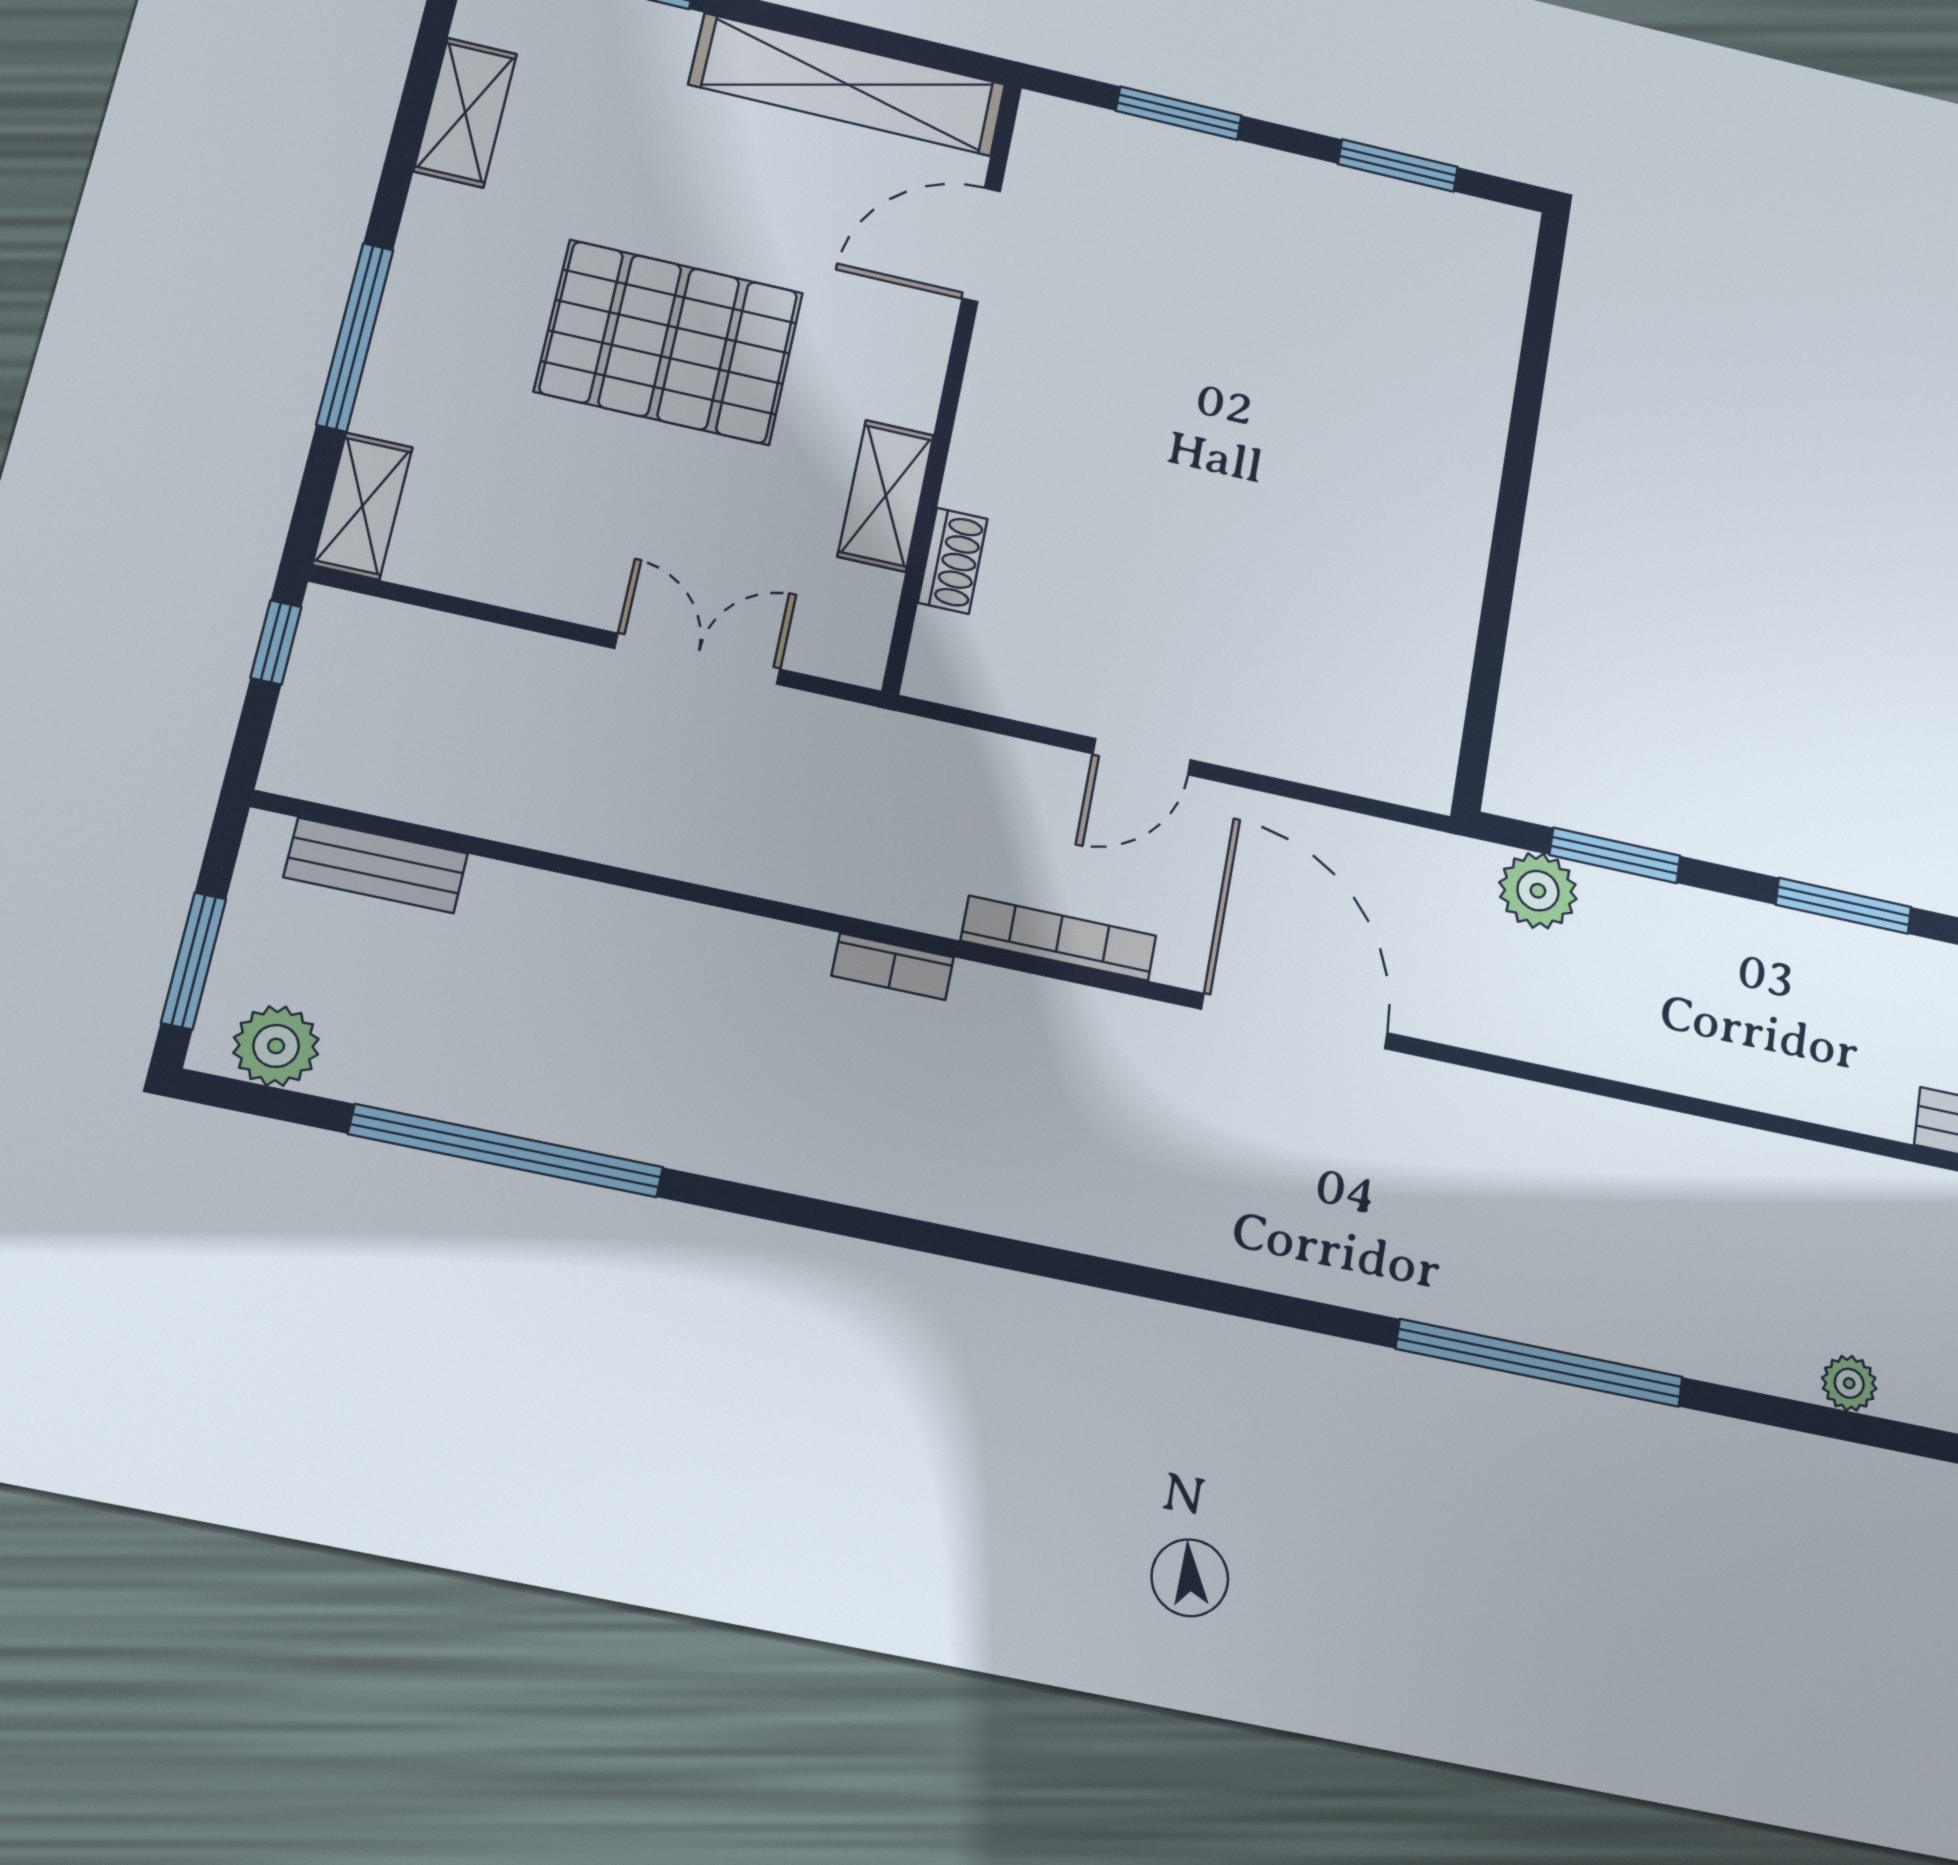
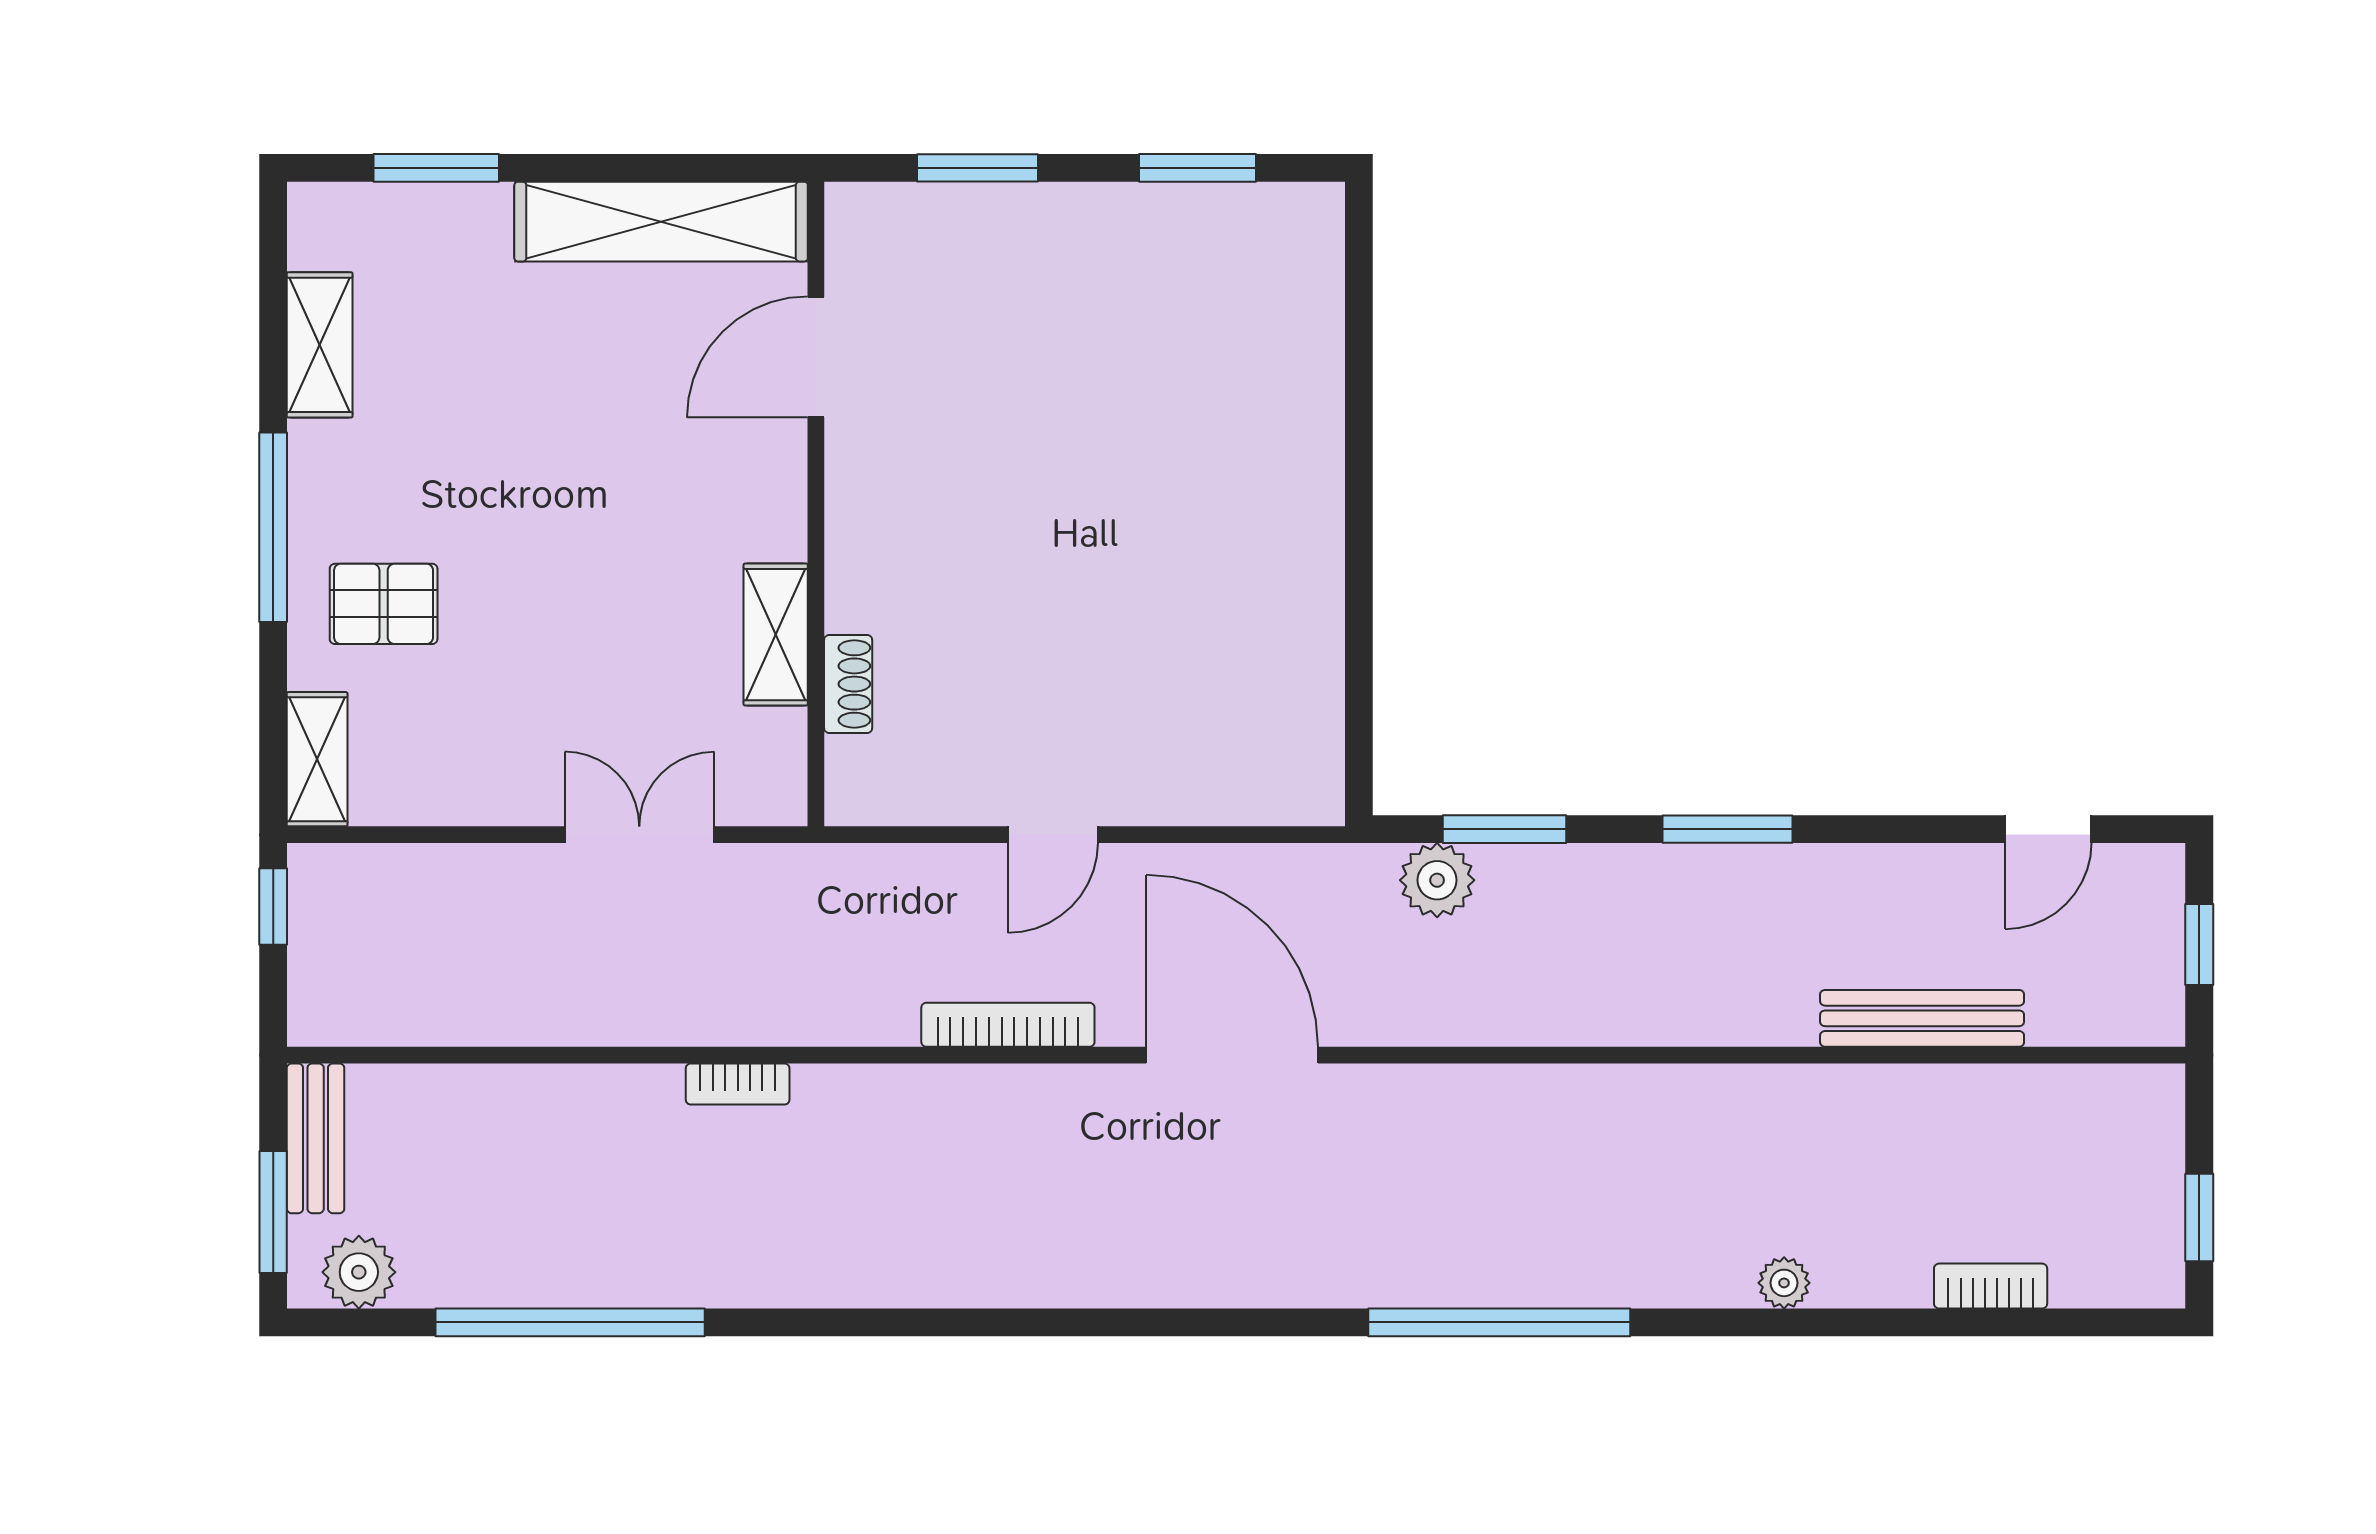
window: (355, 337) -> (273, 527), moved
pallet: (669, 342) -> (384, 604), moved, width x0.49, depth x0.50
bench: (376, 865) -> (316, 1138), moved, turned 90
bookcase: (893, 967) -> (738, 1084), moved

